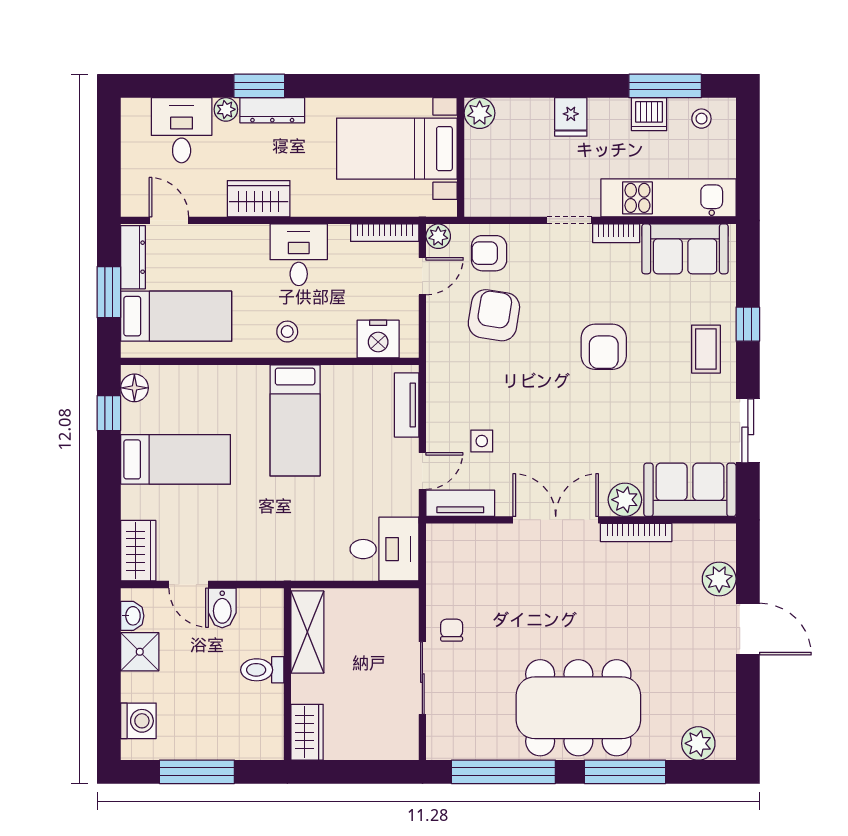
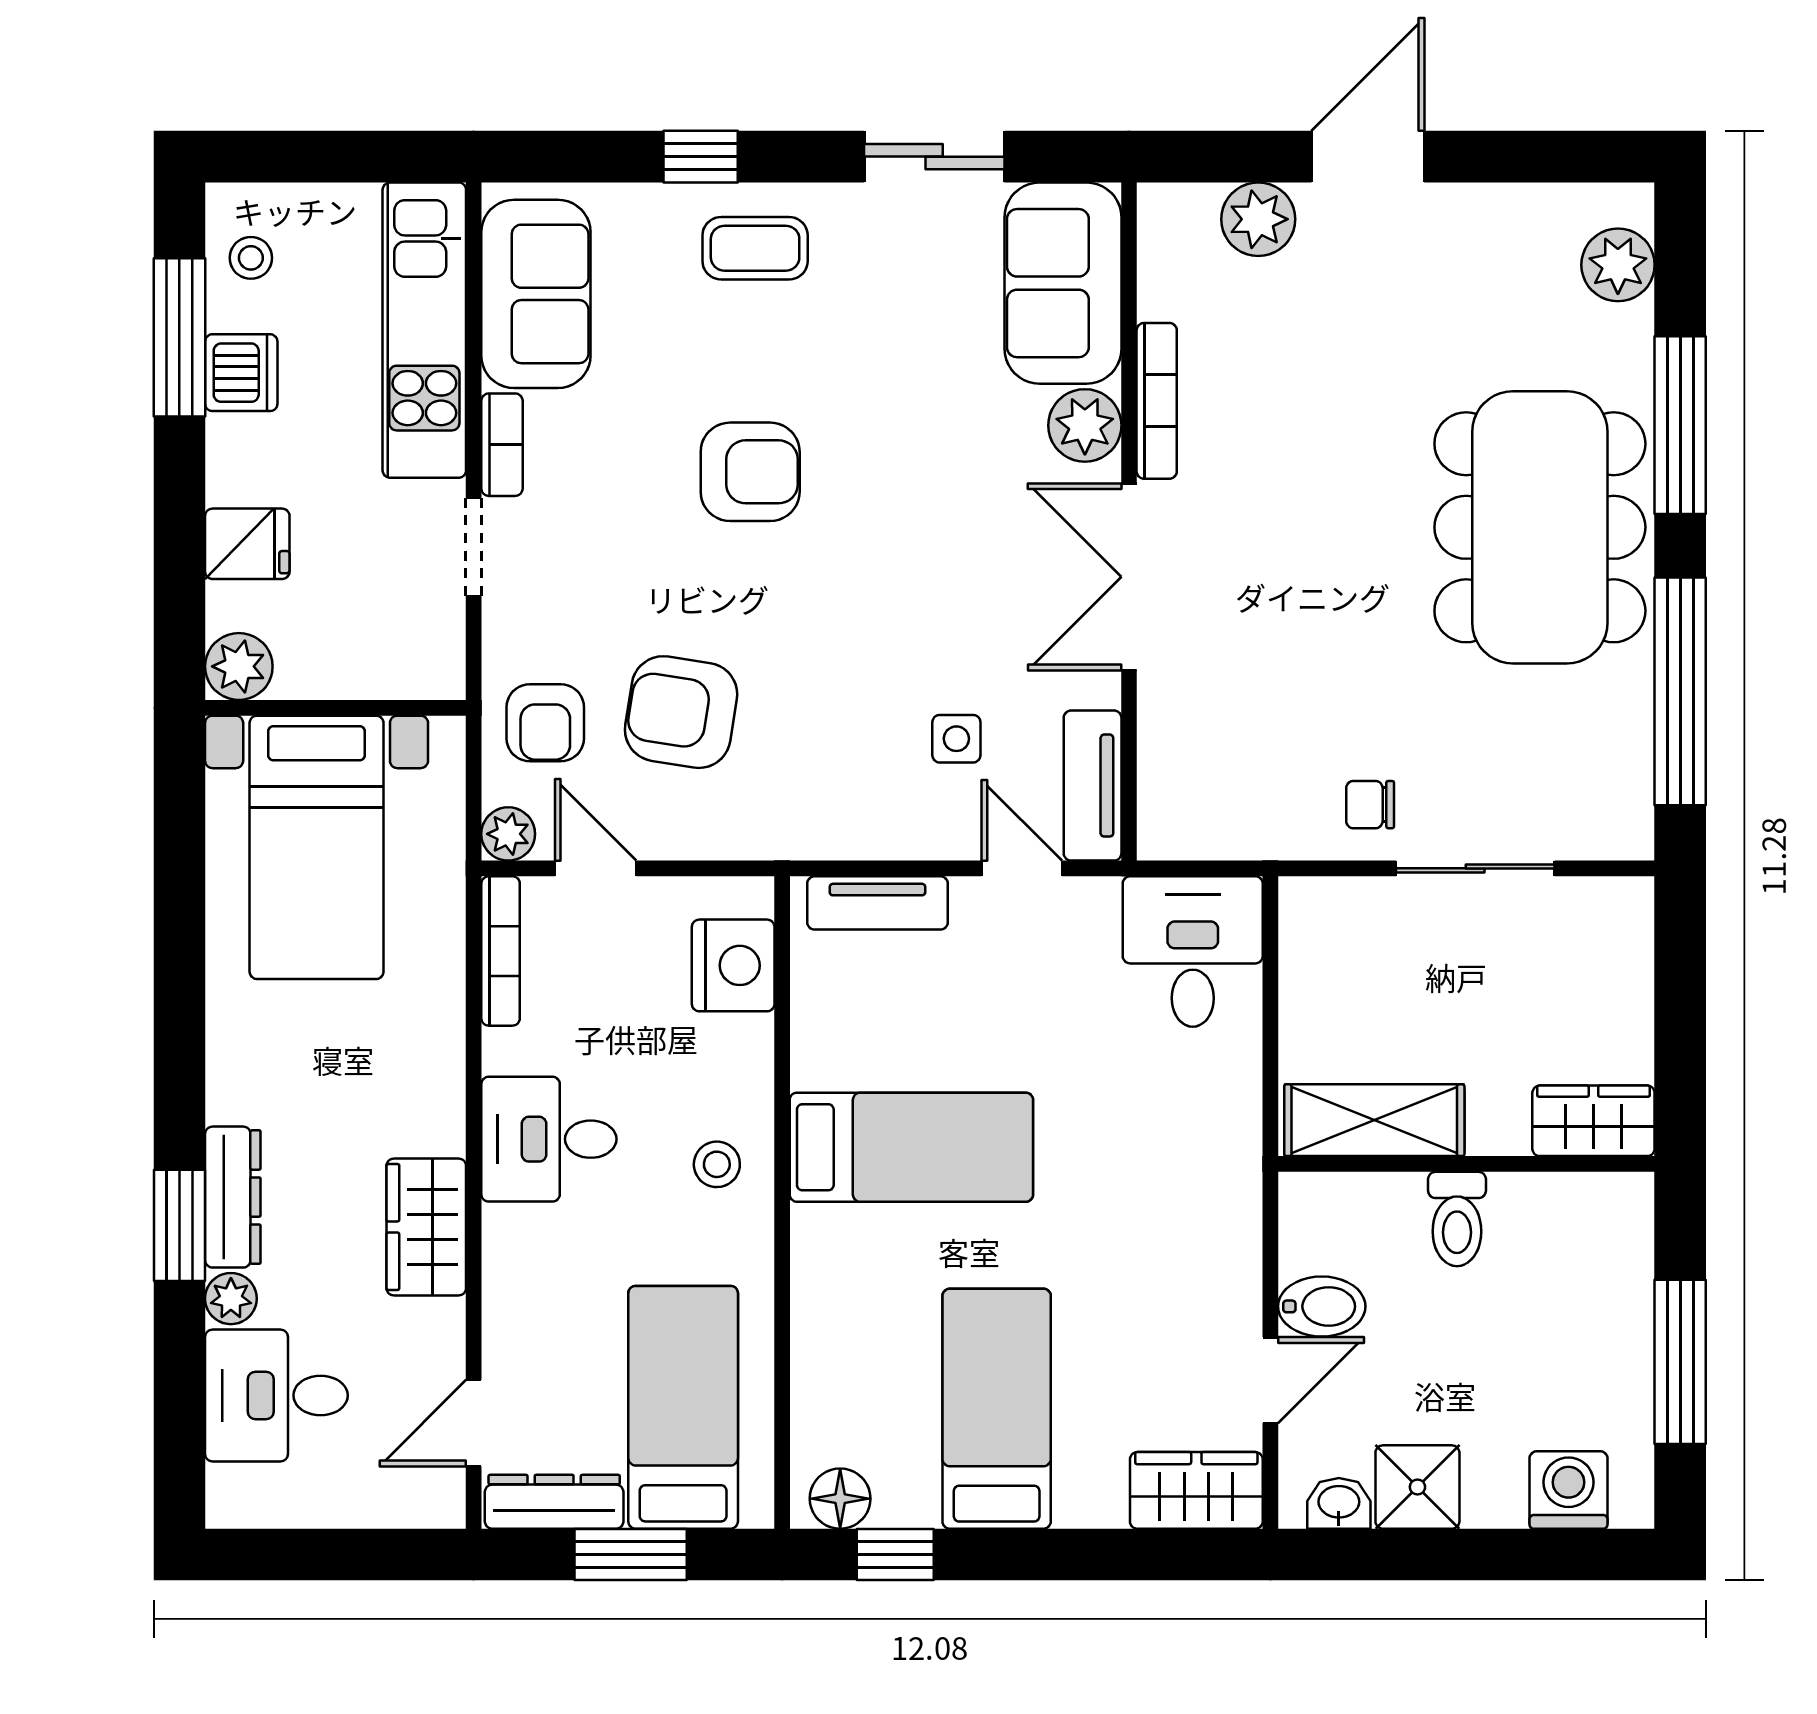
plant: (480, 113) -> (239, 666), moved
bed with nightstands: (397, 149) -> (317, 847), moved
wall: (461, 157) -> (336, 708), moved

